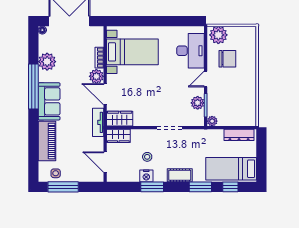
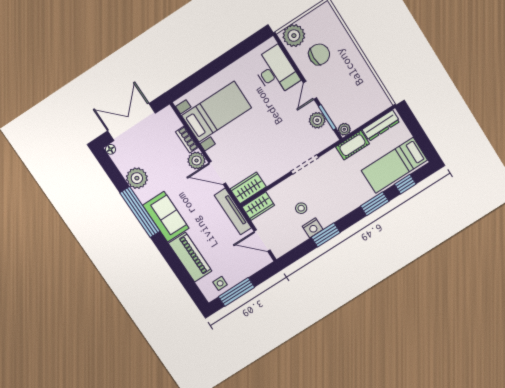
tv unit: (98, 122) -> (233, 212), width x1.41
cot: (180, 175) -> (353, 145), moved

